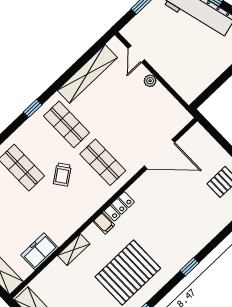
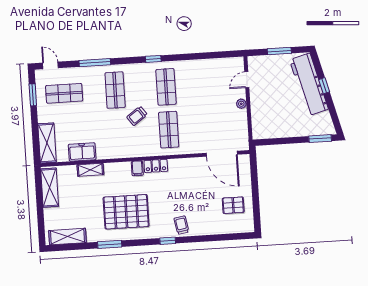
shelving: (87, 74) -> (206, 66), removed
door: (160, 154) -> (222, 154), moved
trolley: (190, 241) -> (181, 225), added
shelving: (74, 250) -> (90, 170), moved

